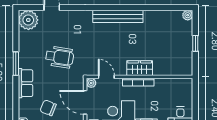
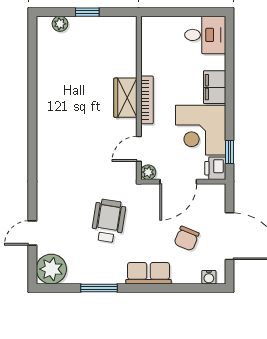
plant: (188, 15) -> (60, 24), moved
bench: (118, 16) -> (46, 131), removed
window: (16, 64) -> (99, 288), moved

